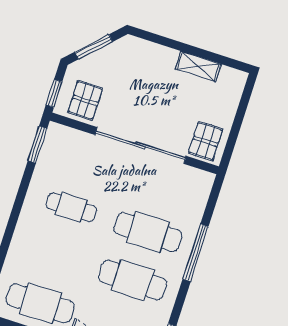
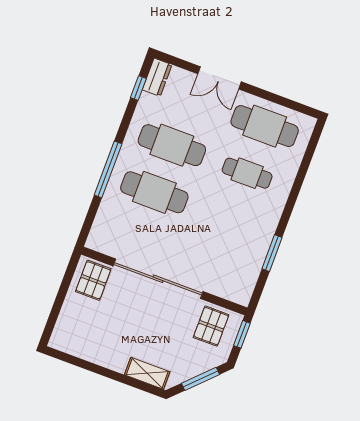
shelving: (198, 67) -> (147, 373), moved
window: (37, 145) -> (272, 253), moved
cafe table: (71, 207) -> (247, 173), moved

